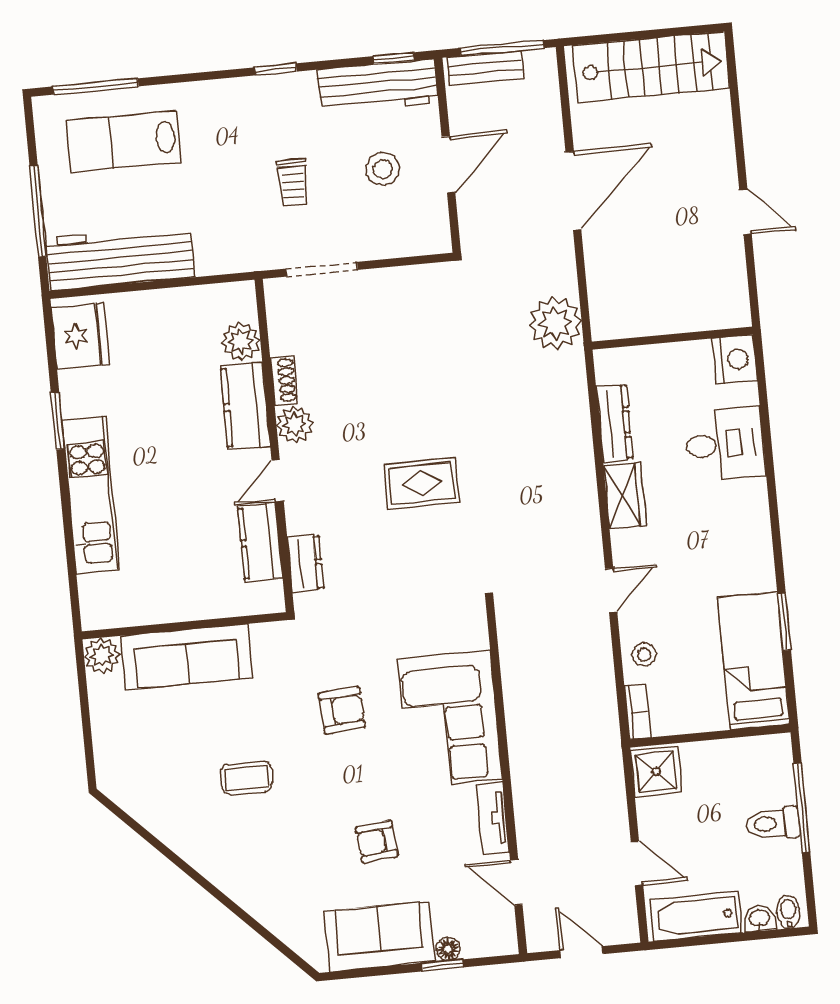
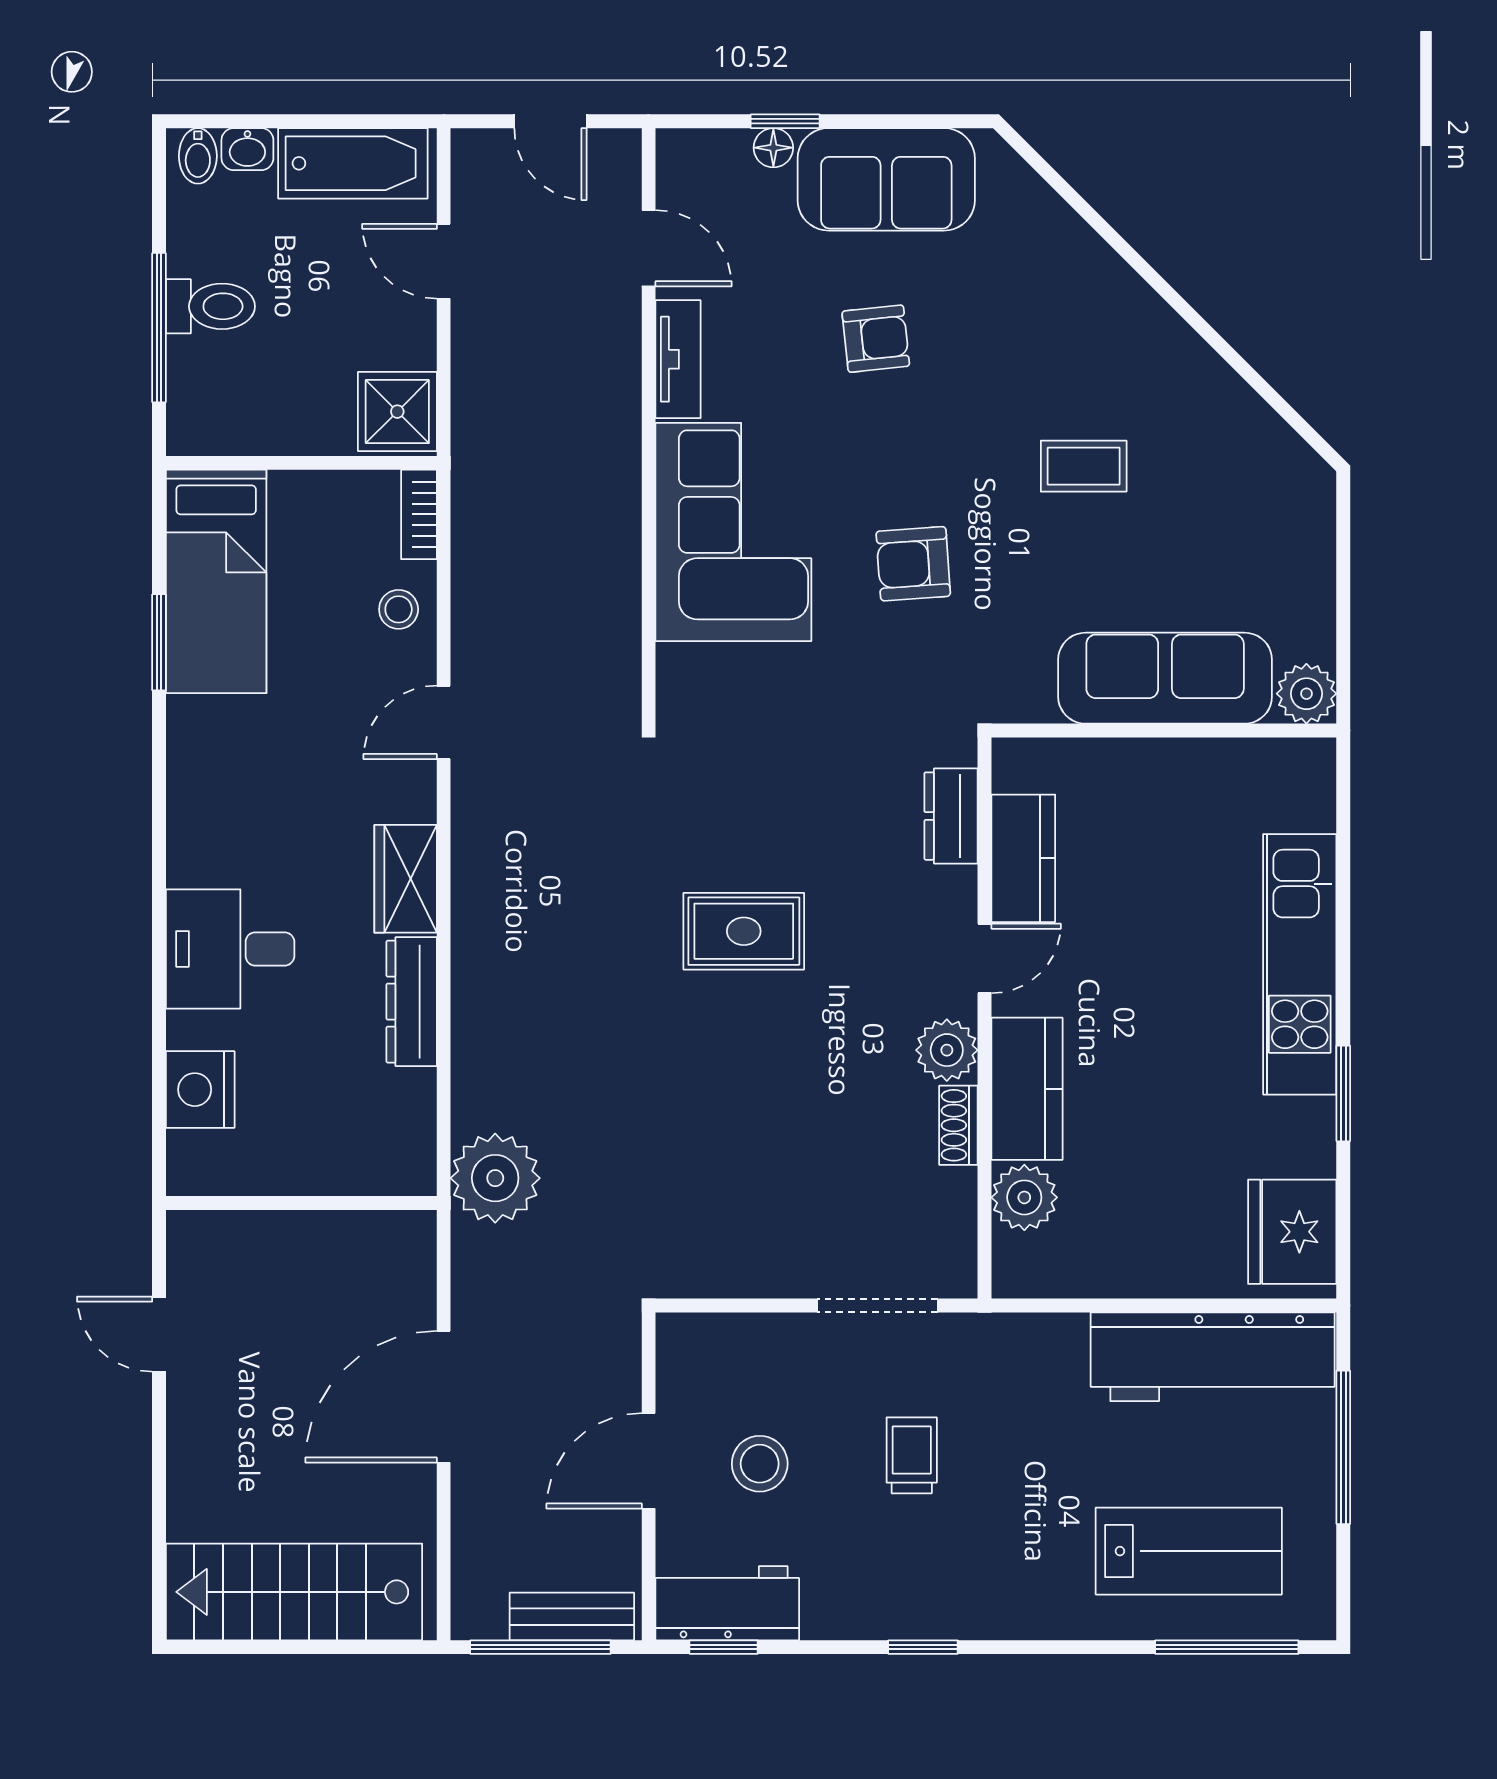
workbench: (378, 86) -> (727, 1603), width x0.73
wall: (672, 338) -> (301, 1203), moved

